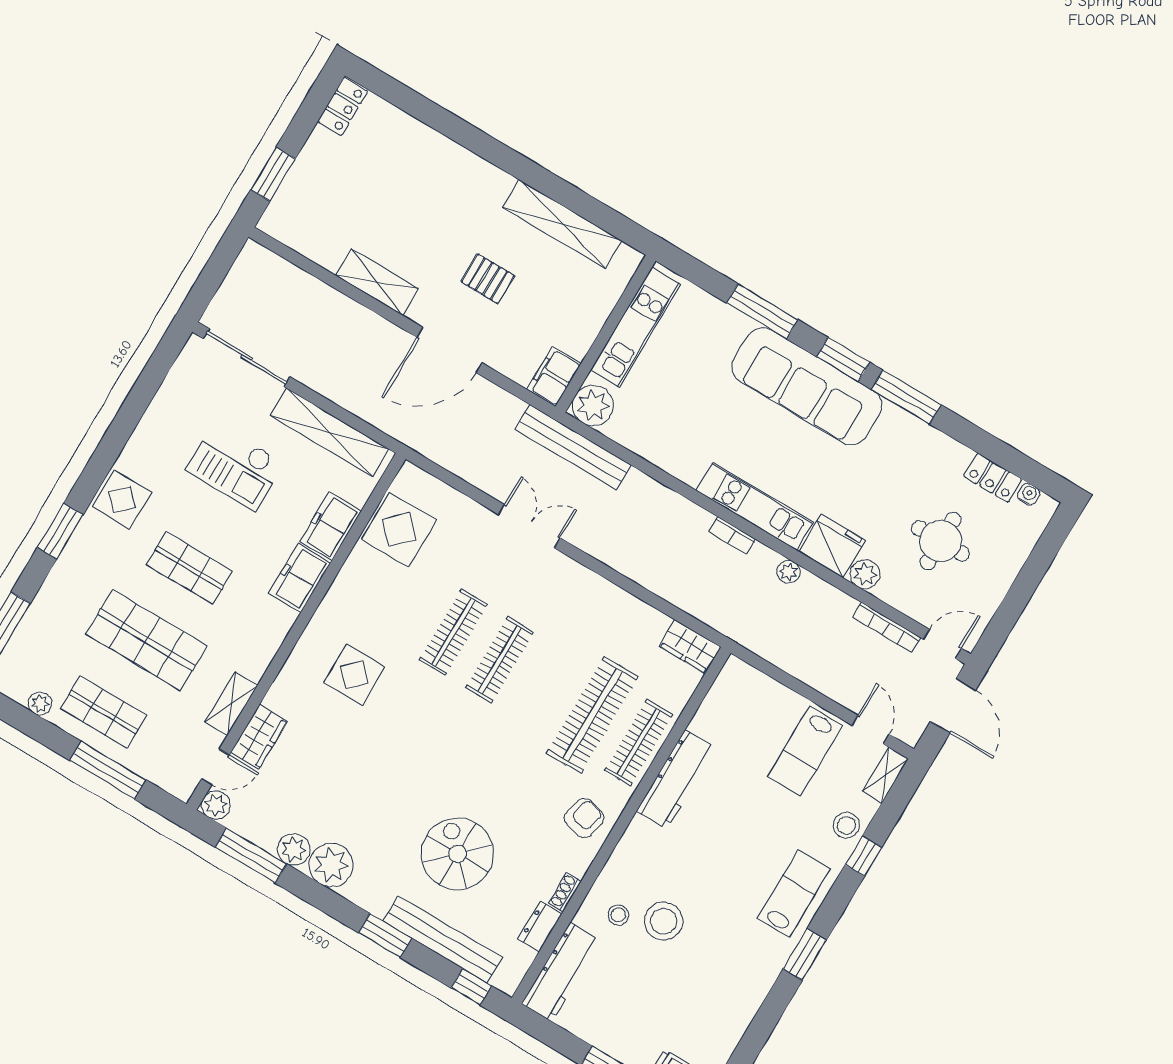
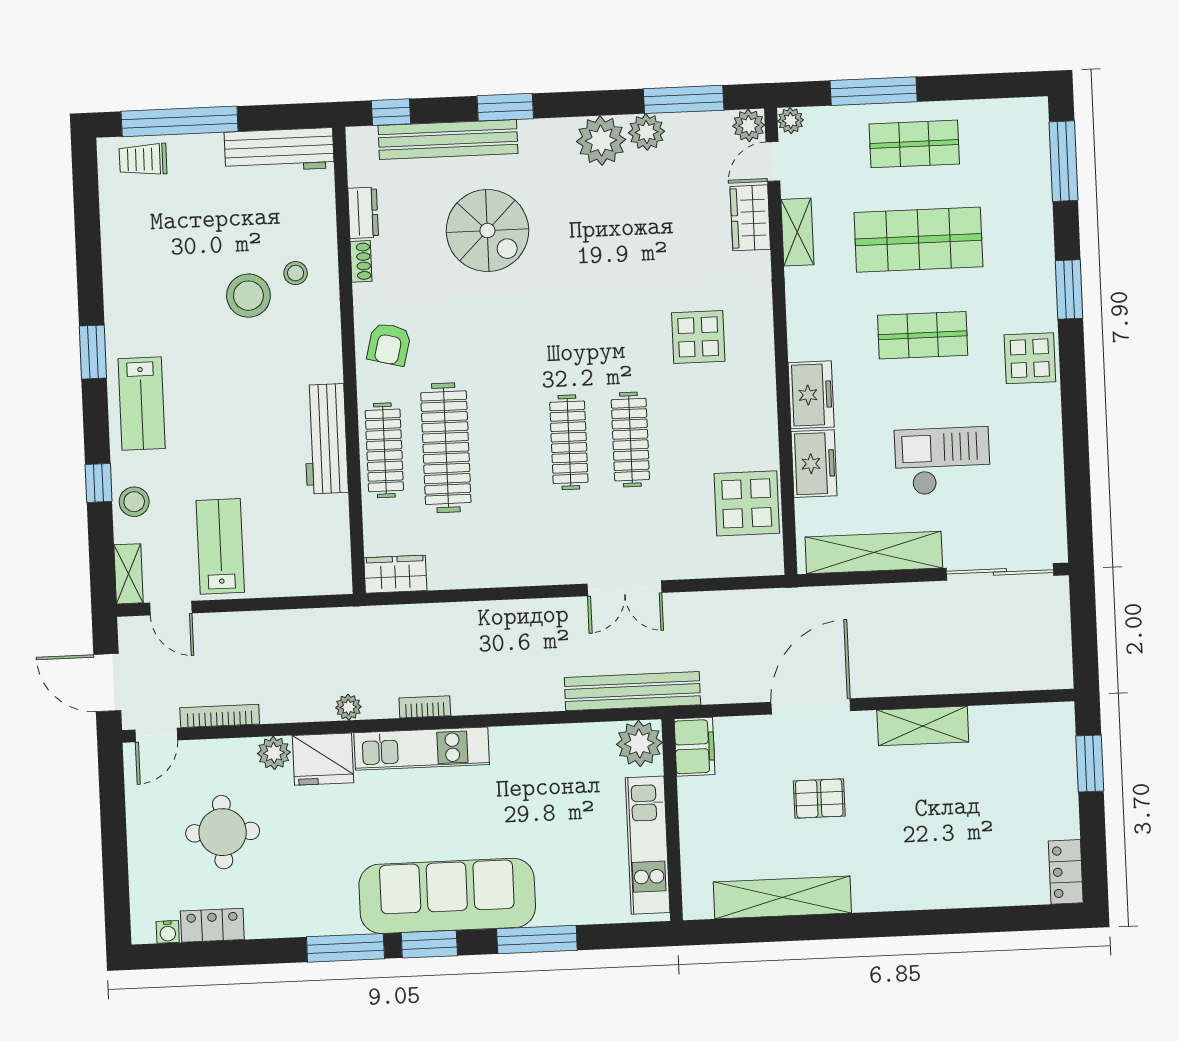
plant: (40, 704) -> (791, 120), moved
workbench: (561, 972) -> (279, 150), moved, turned -90

